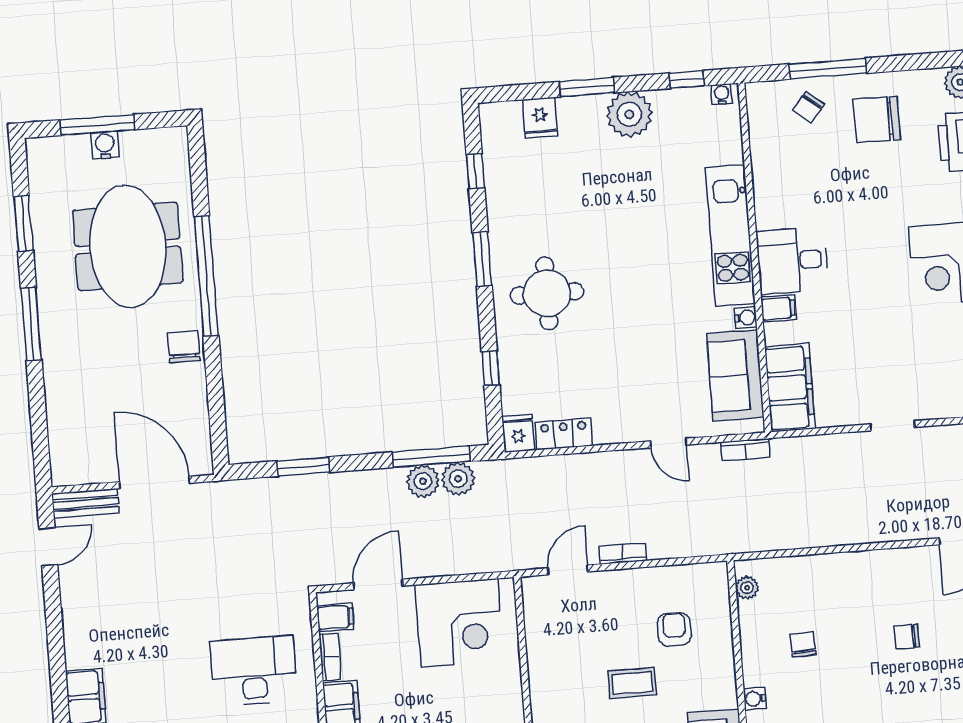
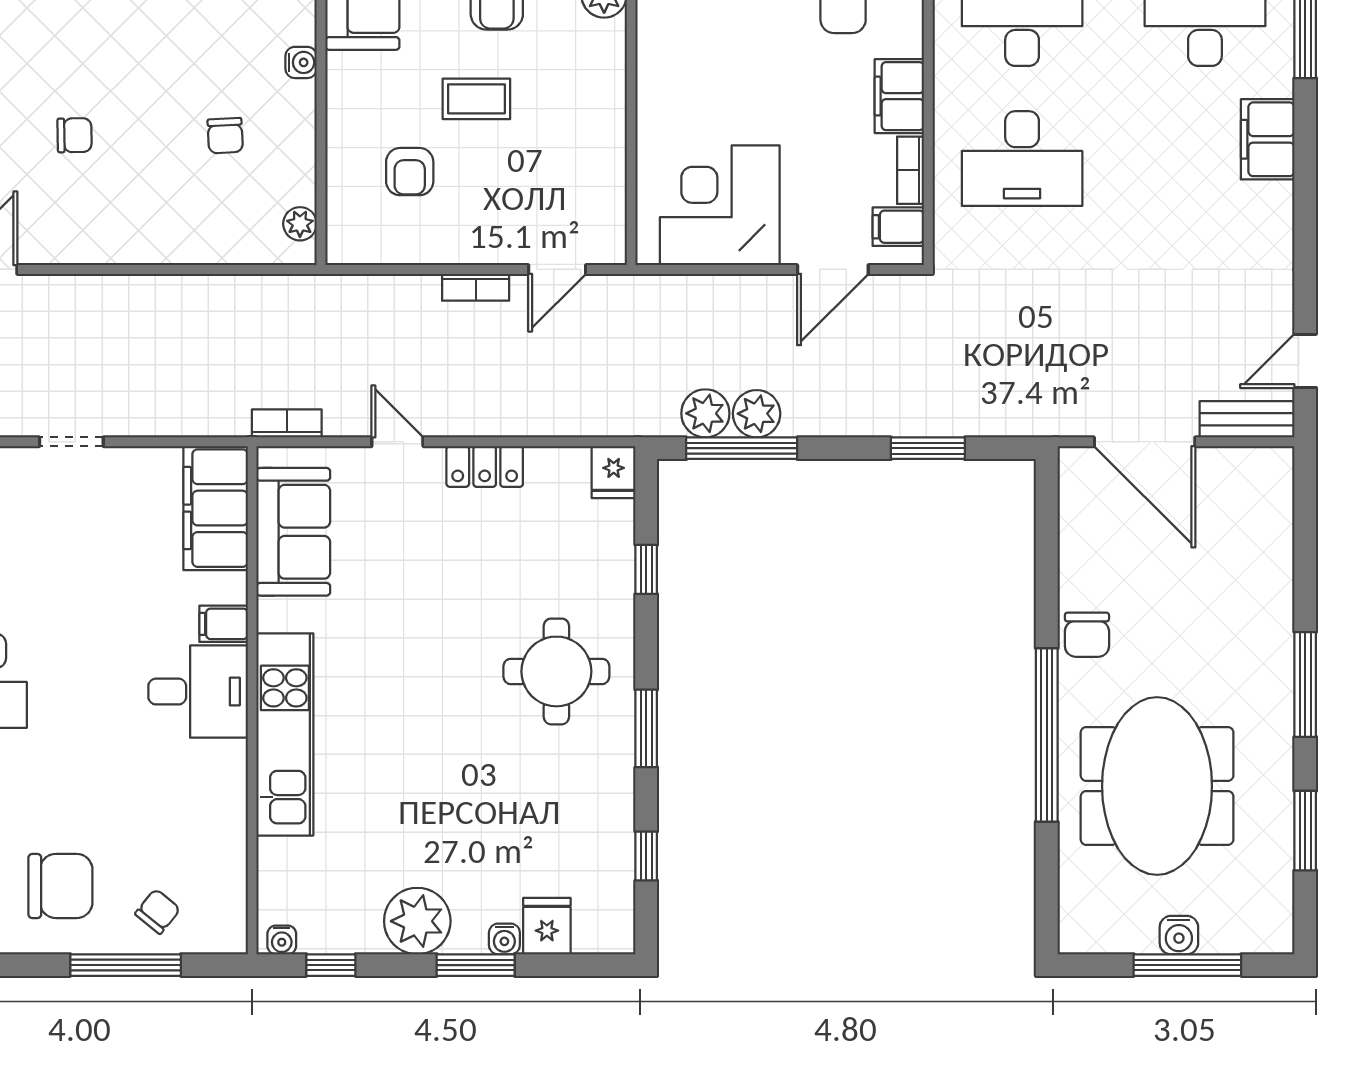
water cooler: (746, 318) -> (504, 939), moved, turned -90
locker: (564, 434) -> (485, 466), moved

